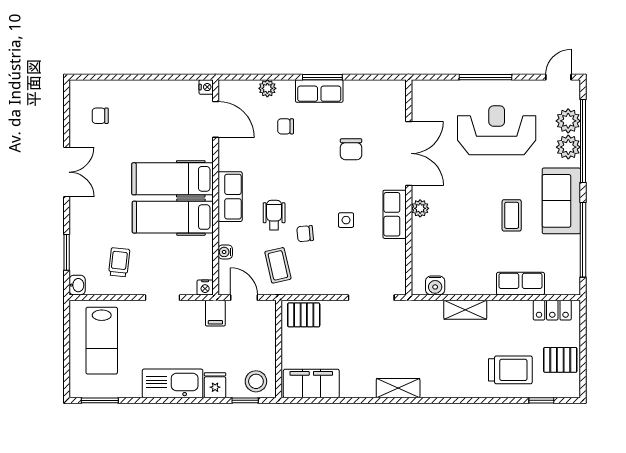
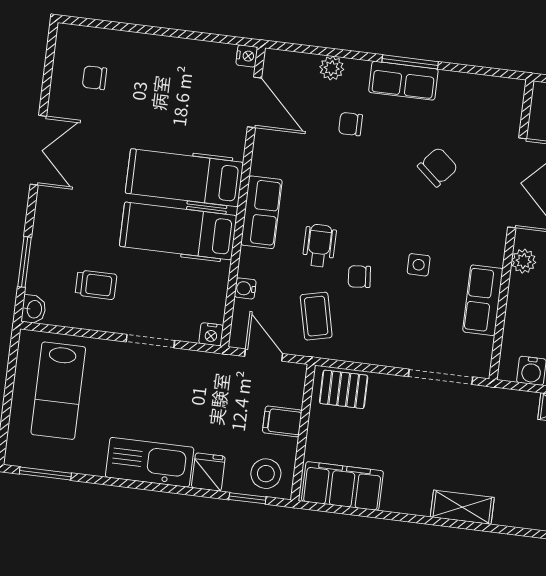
chair: (351, 149) -> (438, 167), turned -139
row of seats: (395, 214) -> (483, 300), moved
trolley: (119, 262) -> (96, 285), turned 84
filing cabinet: (215, 313) -> (282, 421), moved, turned 90

